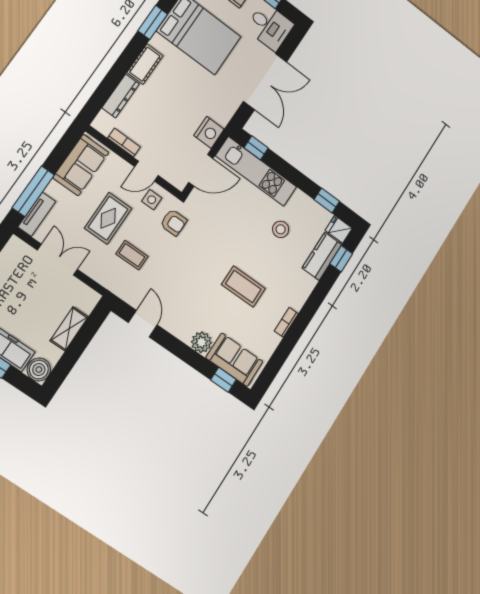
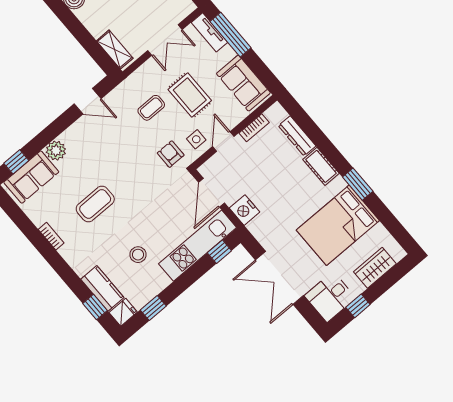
armchair: (174, 222) -> (171, 154), turned 90
shelving: (69, 329) -> (115, 50), moved

